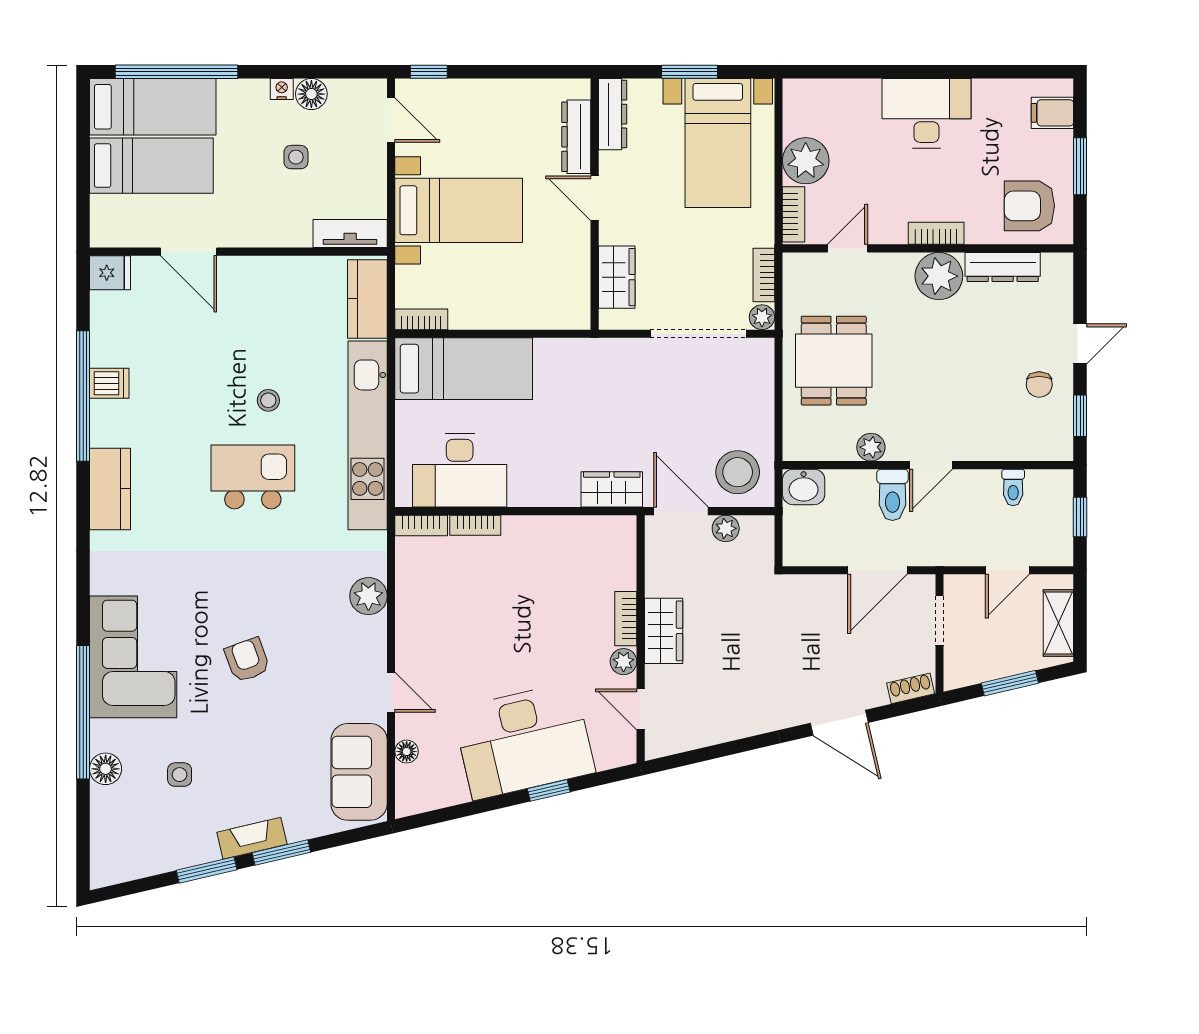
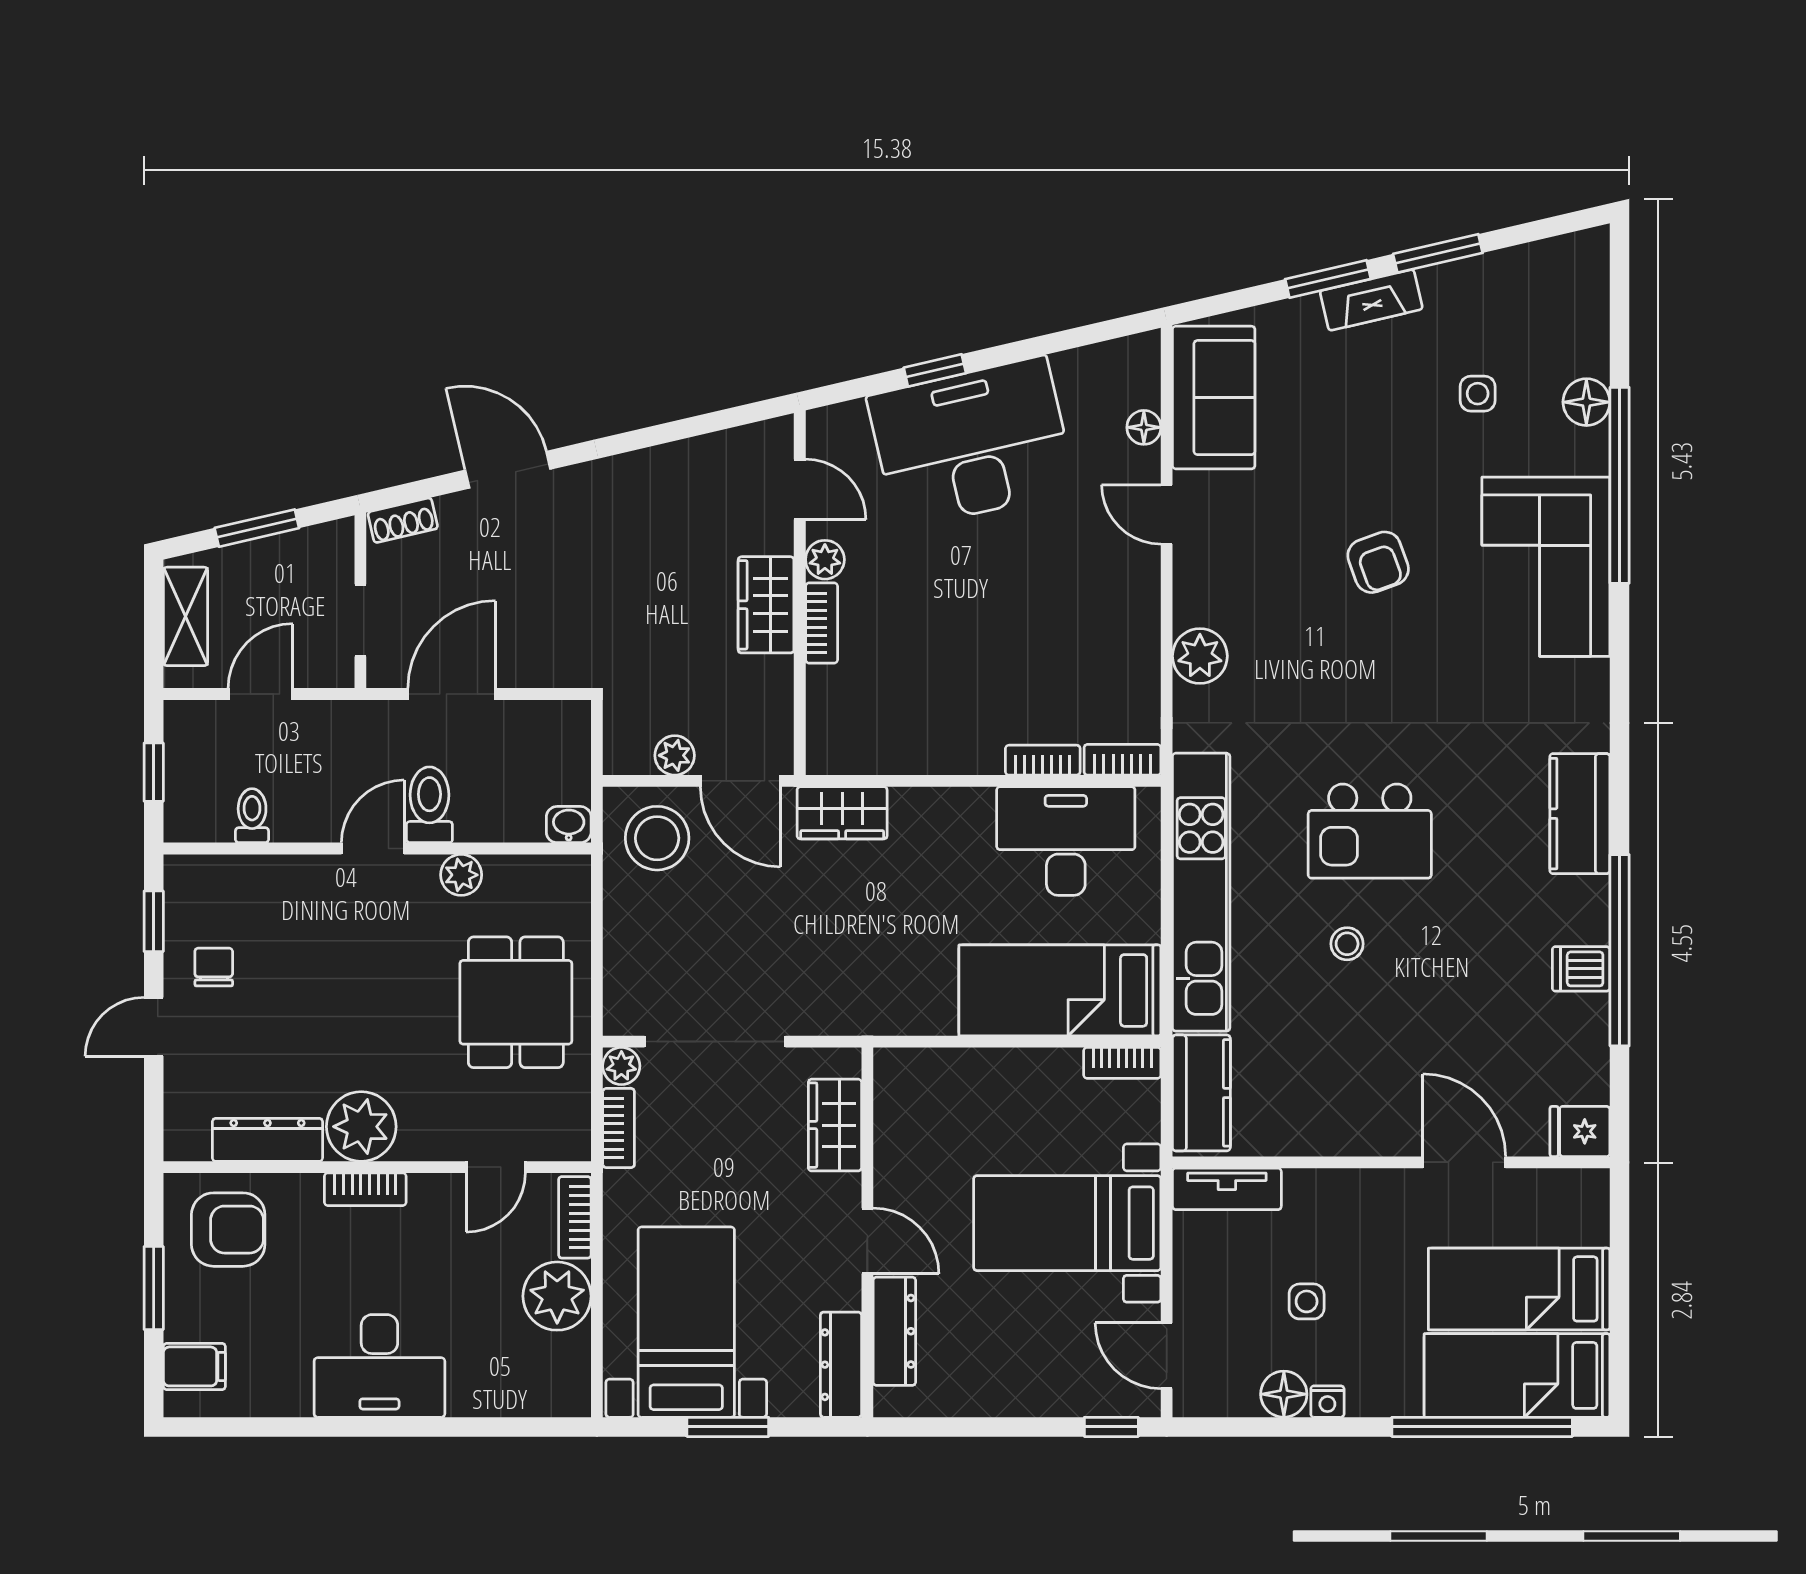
washbasin: (804, 487) -> (569, 825), width x0.72, depth x0.69

